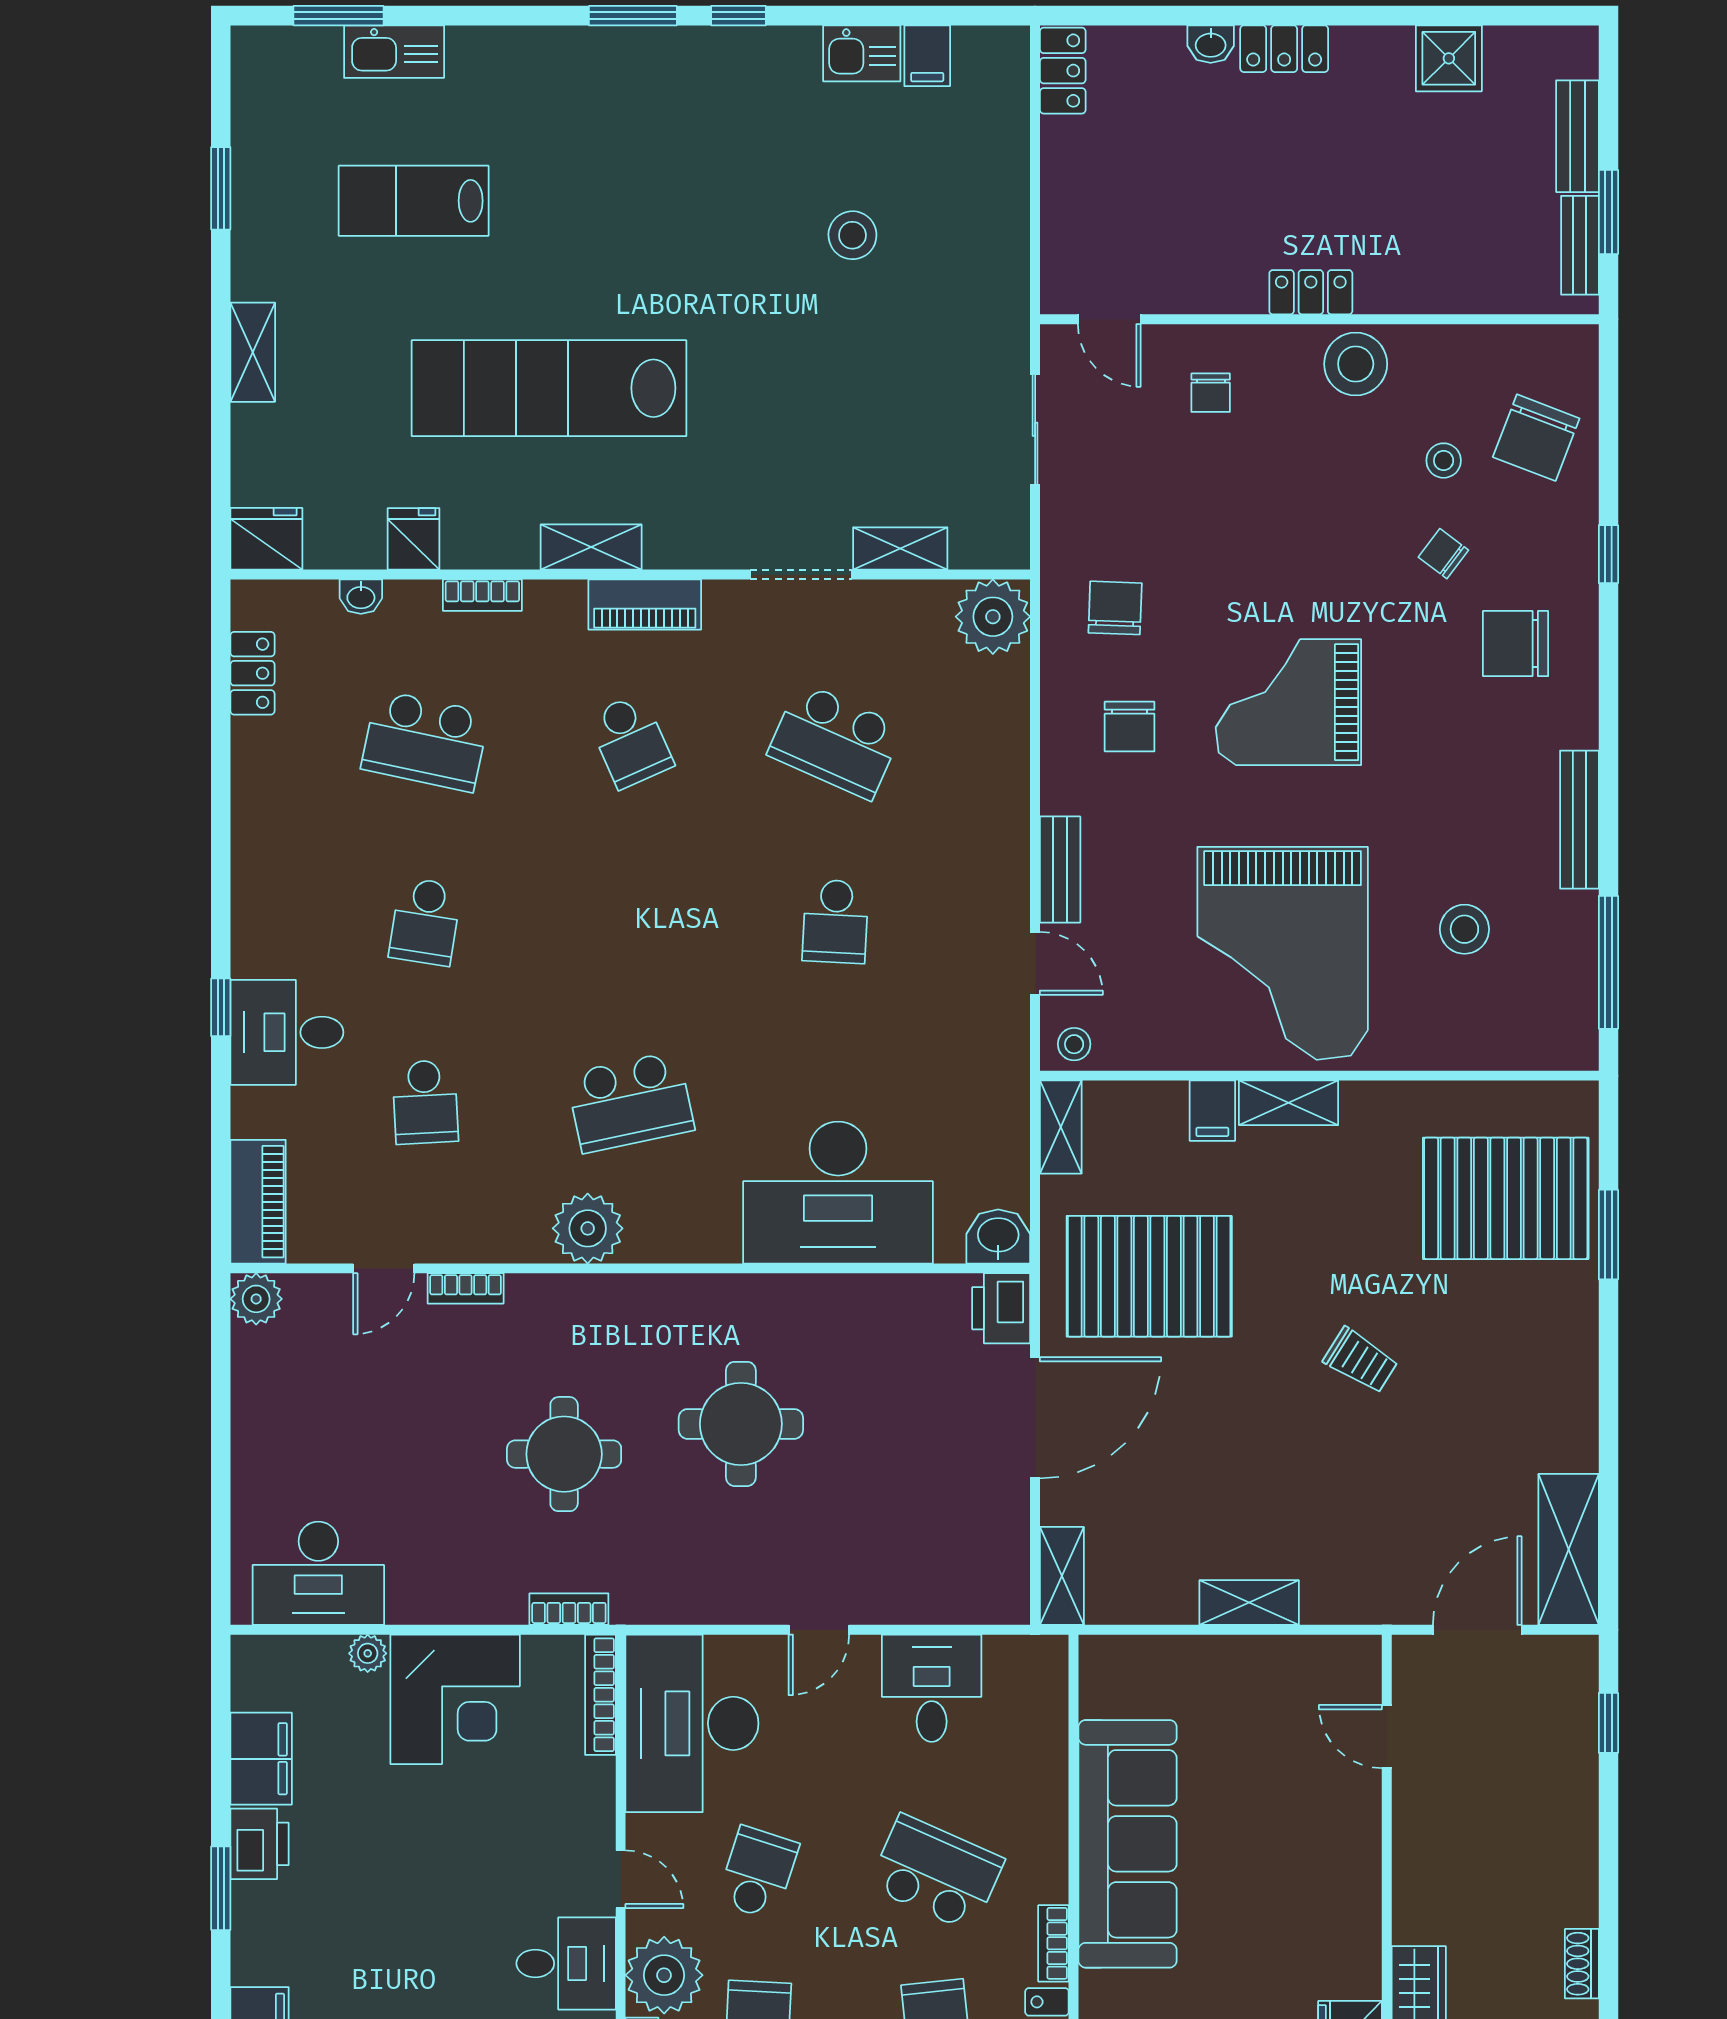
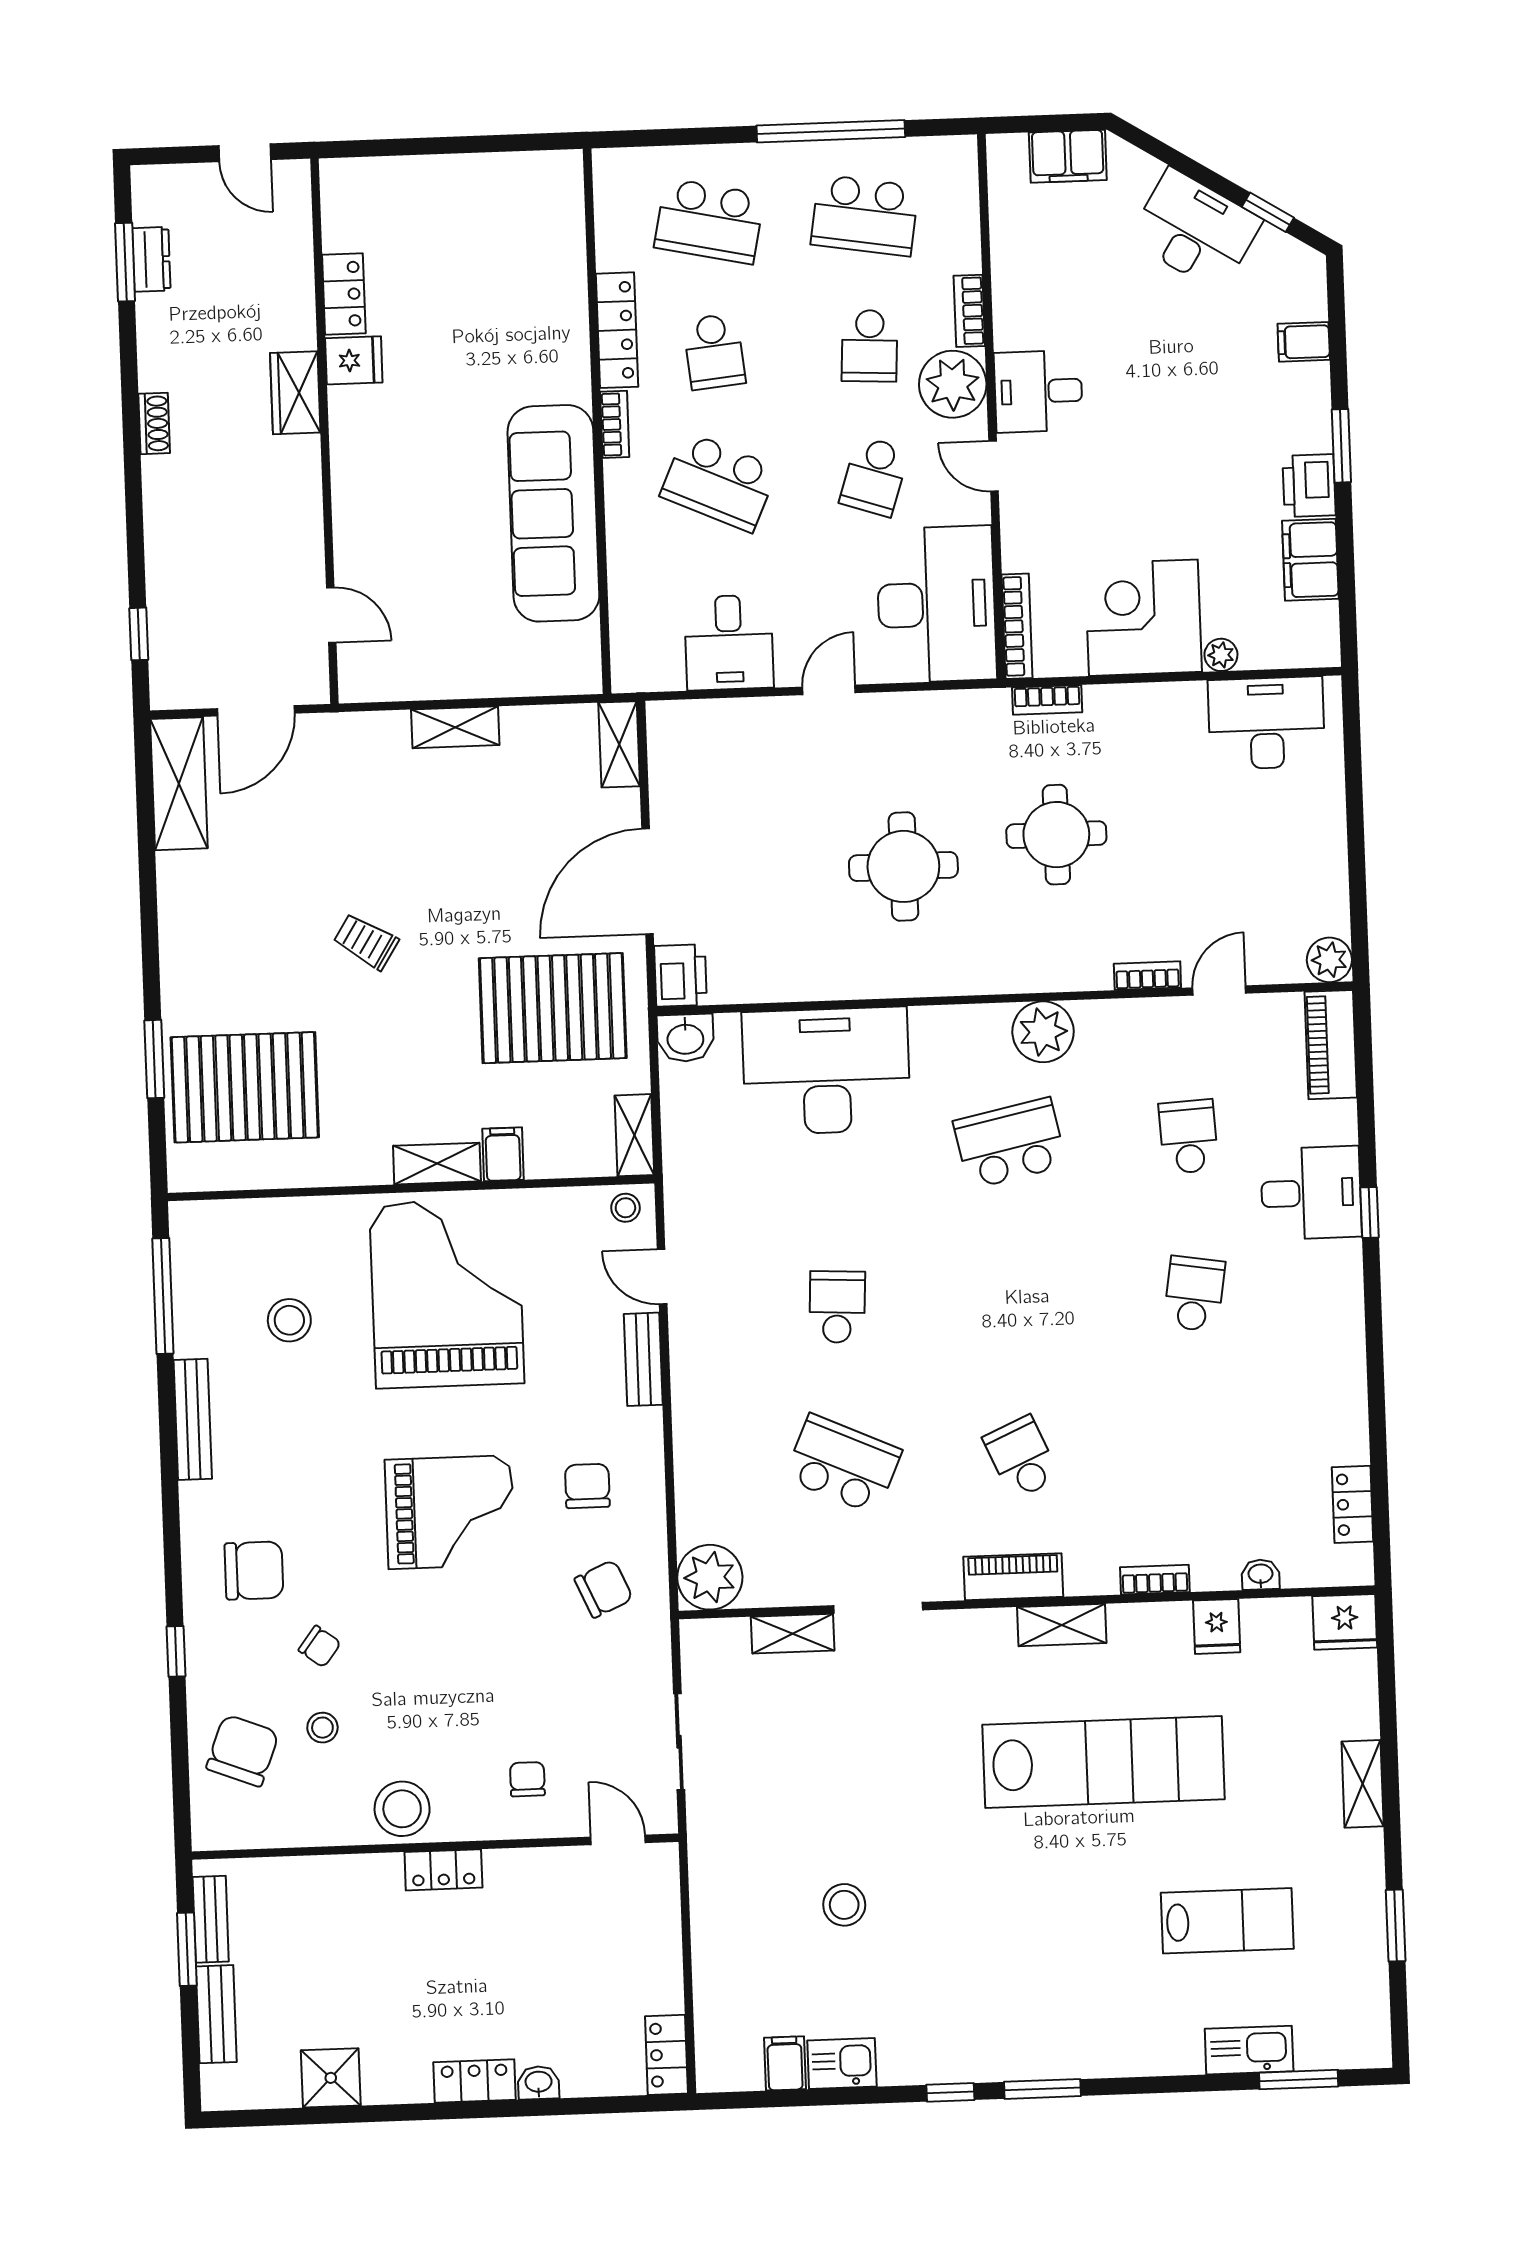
chair: (1115, 608) -> (604, 1589), turned -116
school desk: (425, 741) -> (1200, 1451), removed

